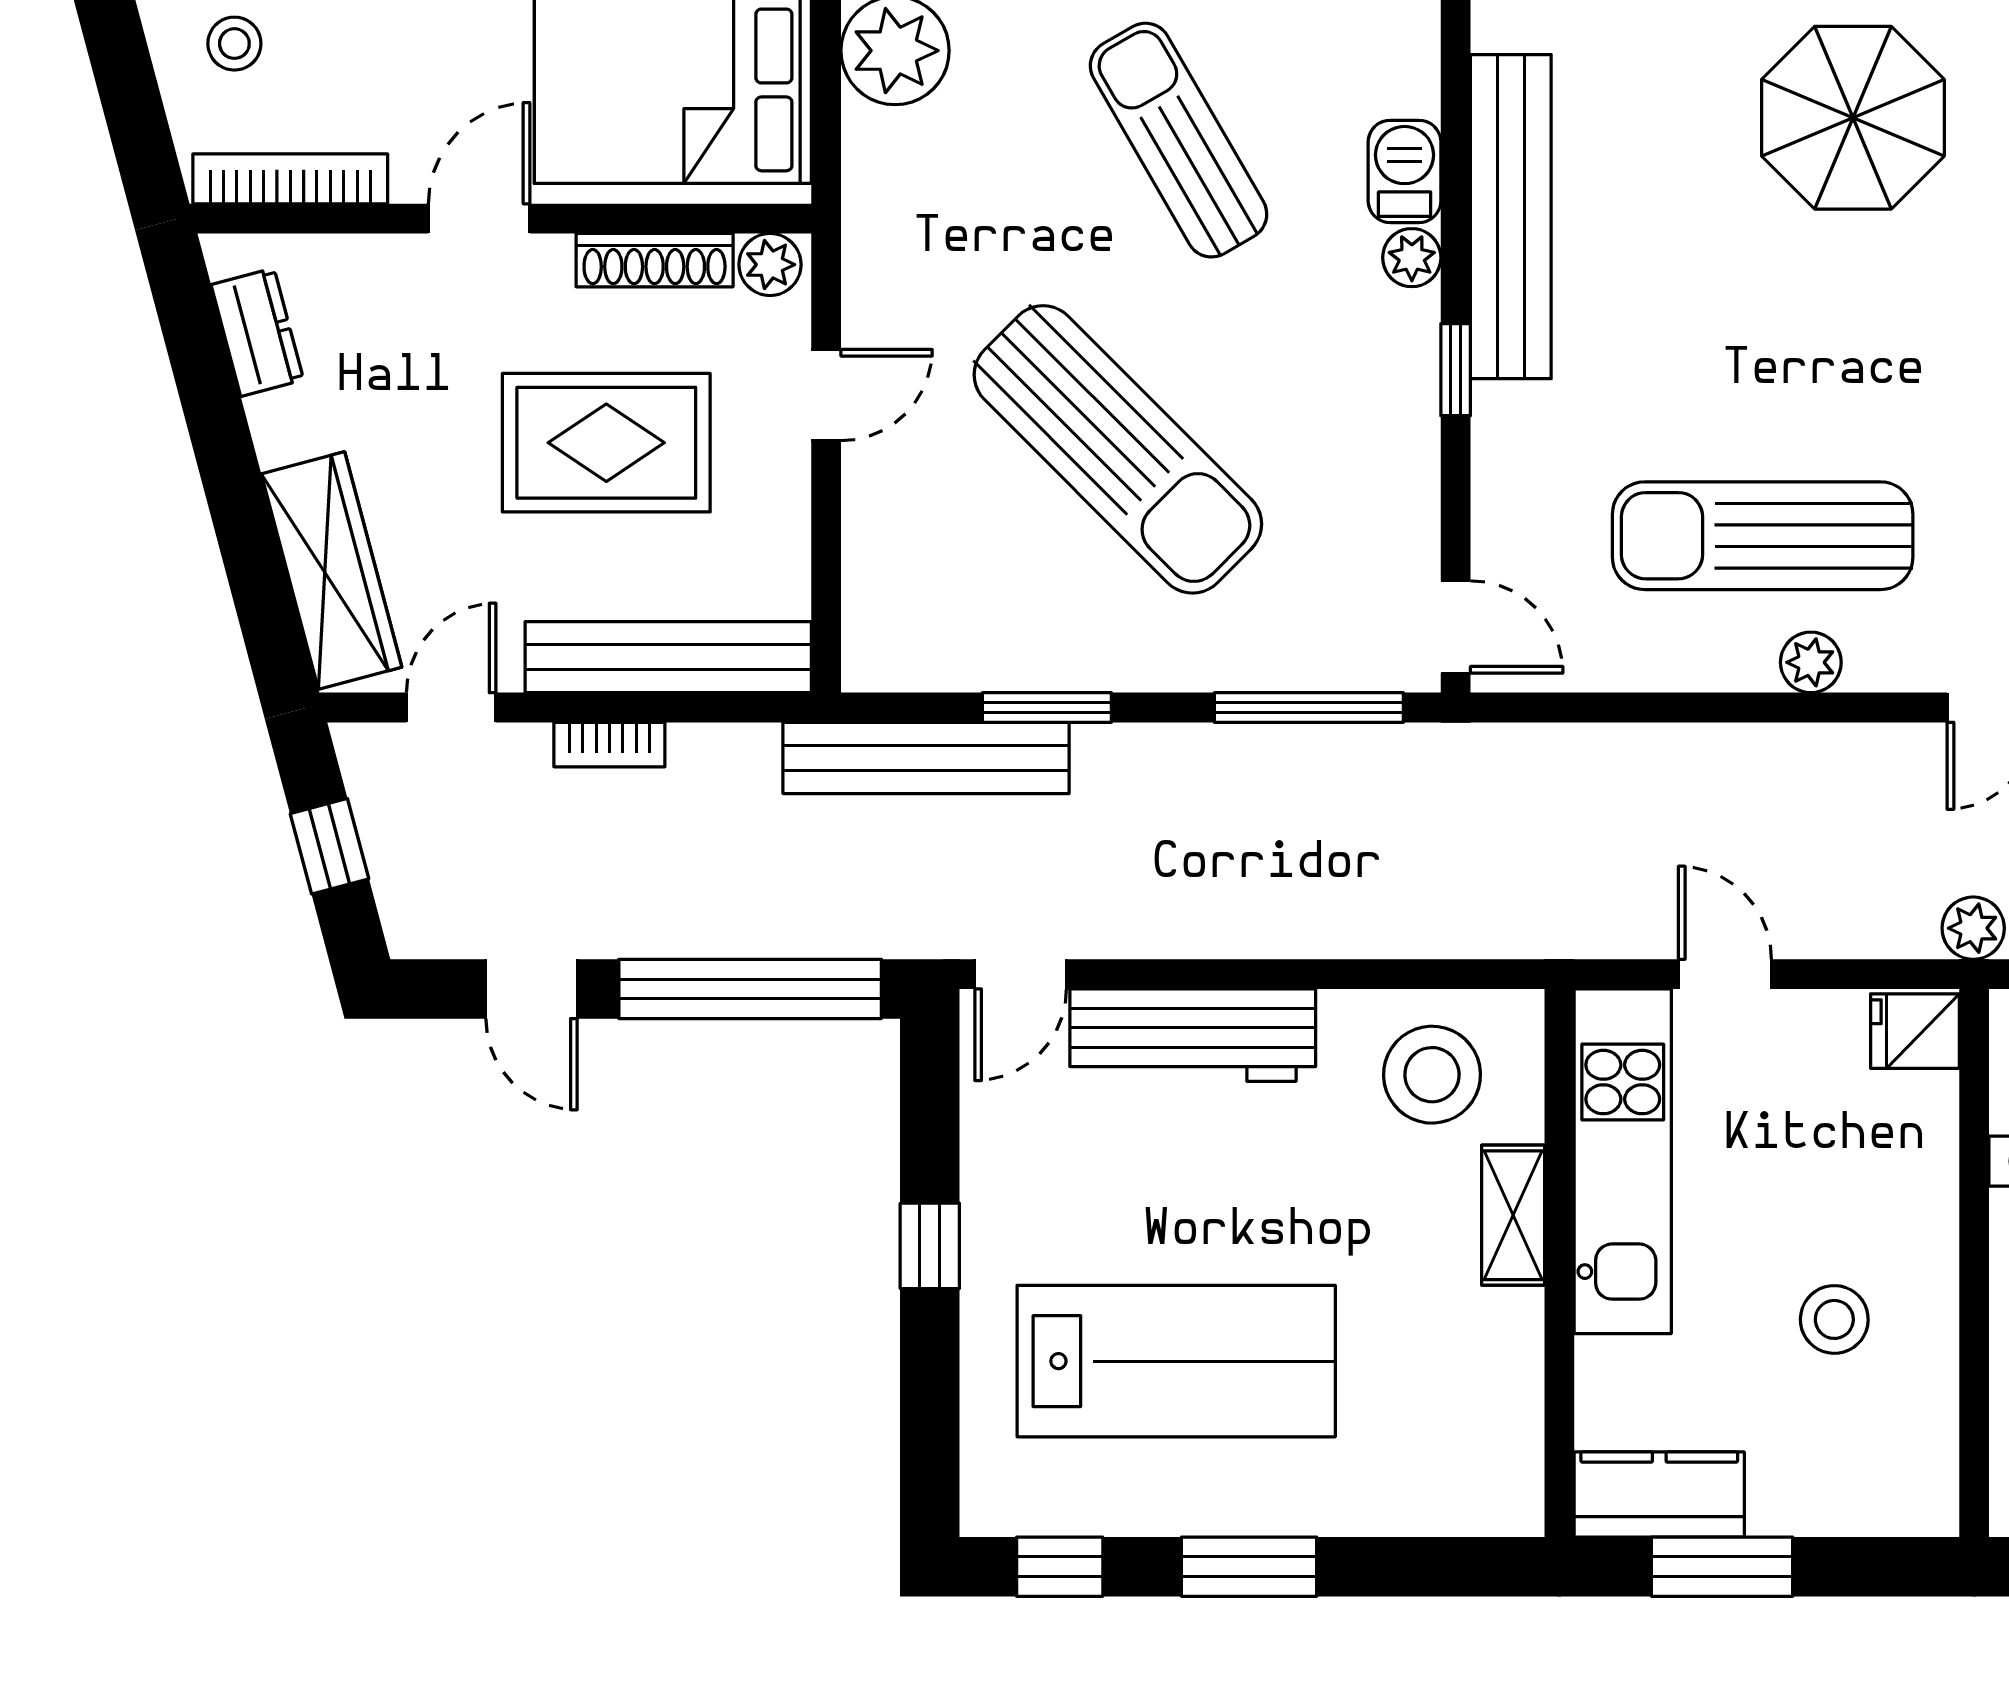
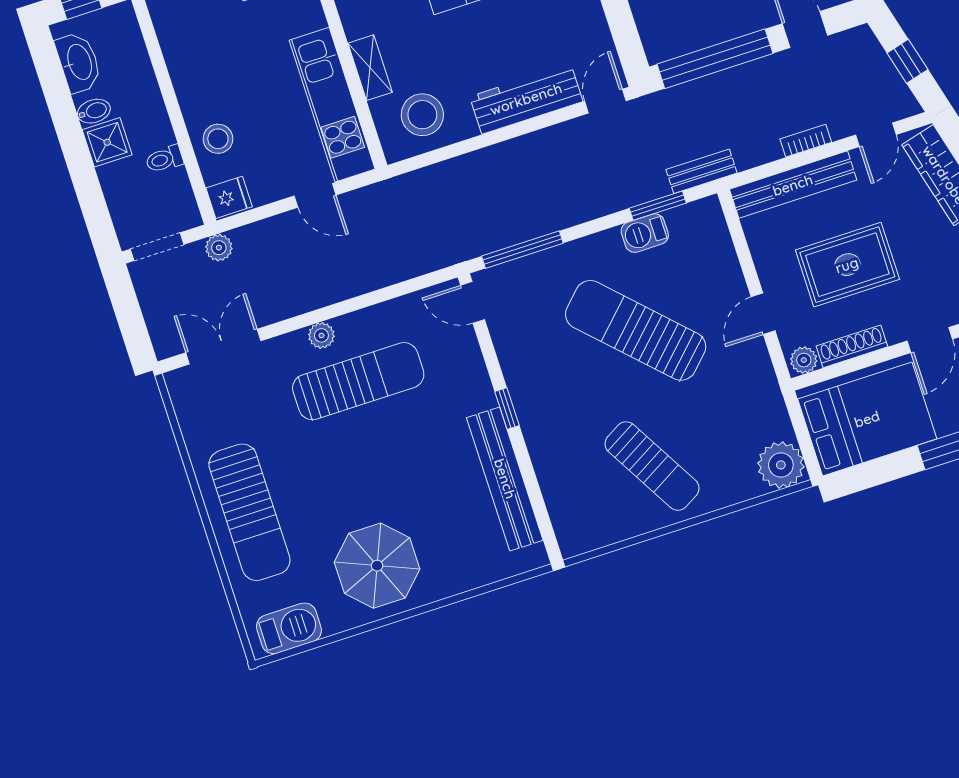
barbecue: (1405, 171) -> (645, 233), moved, turned 90
plant: (1412, 258) -> (540, 449), removed
window: (1047, 707) -> (658, 206), moved
bench: (926, 758) -> (702, 171), width x0.54, depth x0.82
stool: (1834, 1319) -> (218, 139), moved

